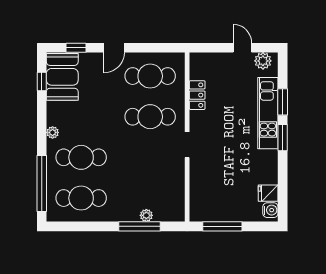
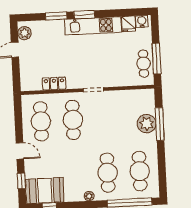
kitchen unit: (268, 113) -> (93, 26), moved
cafe table: (217, 210) -> (144, 64), added
plant: (146, 215) -> (147, 124), width x1.87, depth x1.87

